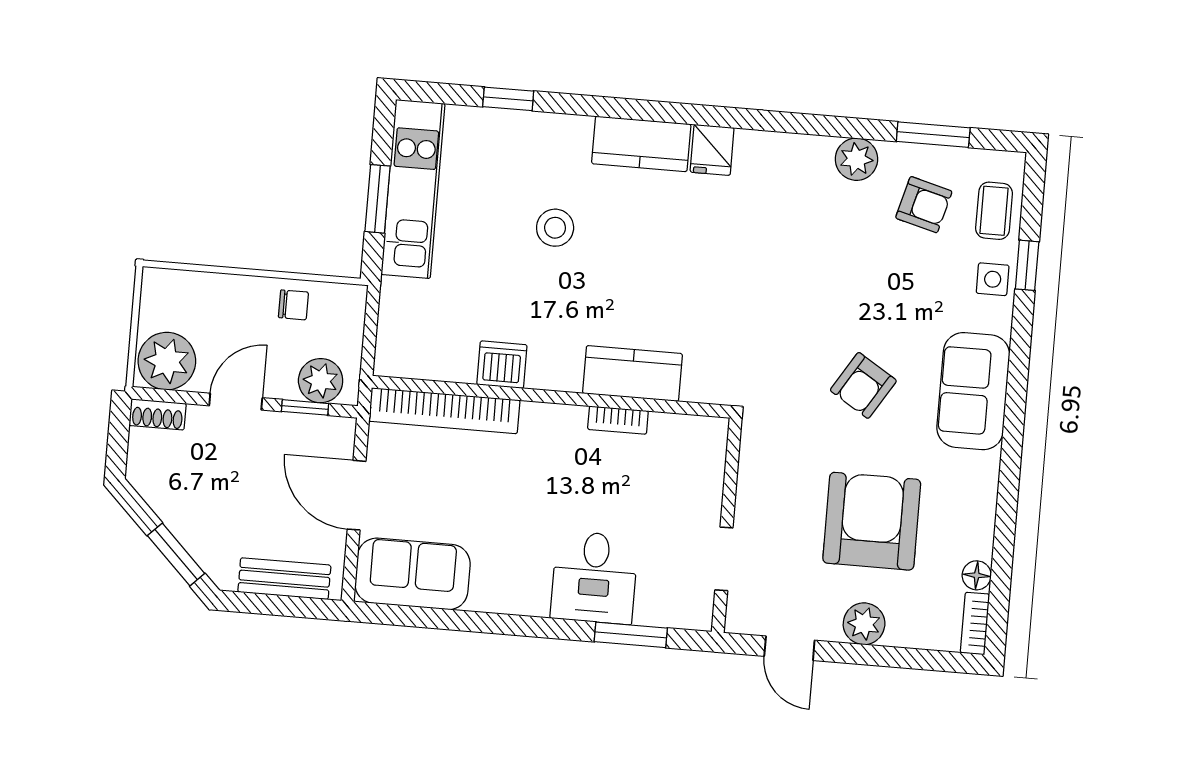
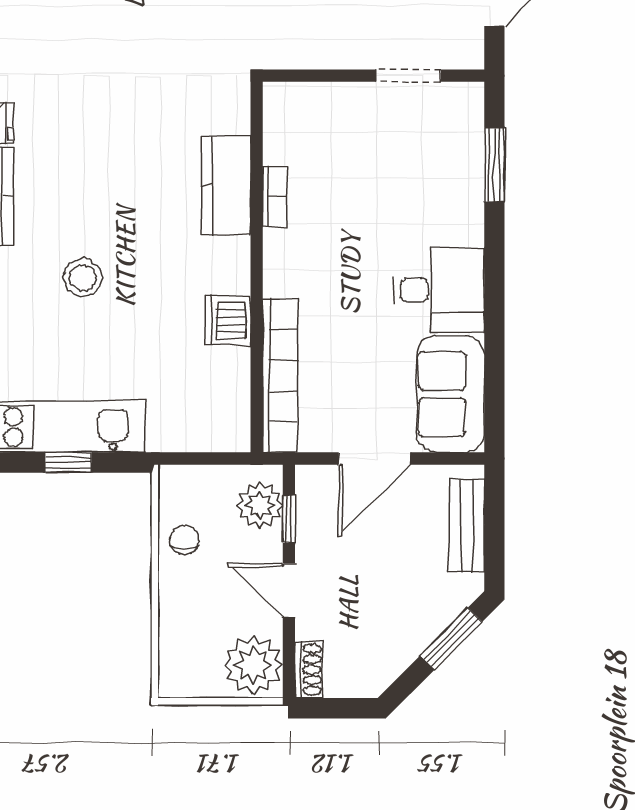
window: (377, 199) -> (68, 463), width x0.67
desk: (594, 578) -> (439, 290), moved

